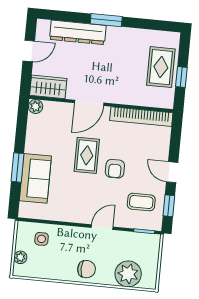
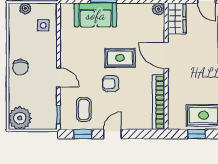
plant: (128, 274) -> (20, 118), moved

